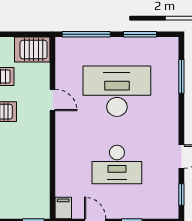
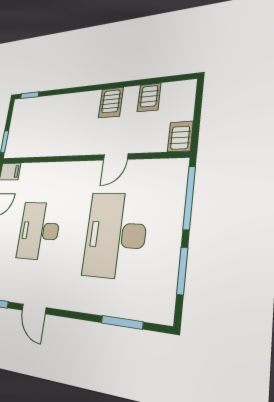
server rack: (32, 50) -> (180, 137), width x0.73, depth x0.70
desk: (117, 91) -> (115, 235), turned 180

